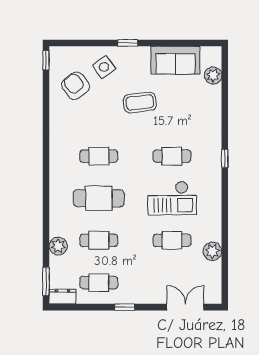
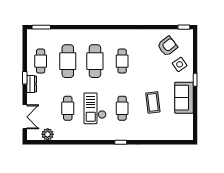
sofa: (175, 60) -> (184, 98), moved
plant: (213, 75) -> (174, 135), removed
coffee table: (140, 102) -> (153, 102), moved
cafe table: (99, 240) -> (68, 61), width x1.37, depth x1.35
plant: (58, 246) -> (64, 35), removed
plant: (212, 251) -> (48, 134), moved
dresser: (62, 297) -> (32, 84), moved

